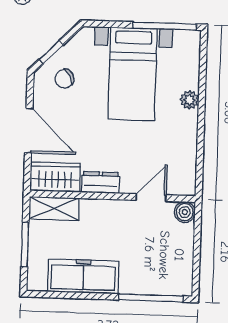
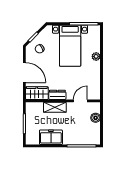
shelving: (54, 209) -> (55, 107), moved
boiler: (185, 212) -> (96, 118), moved
freezer: (83, 276) -> (51, 137), width x0.71

